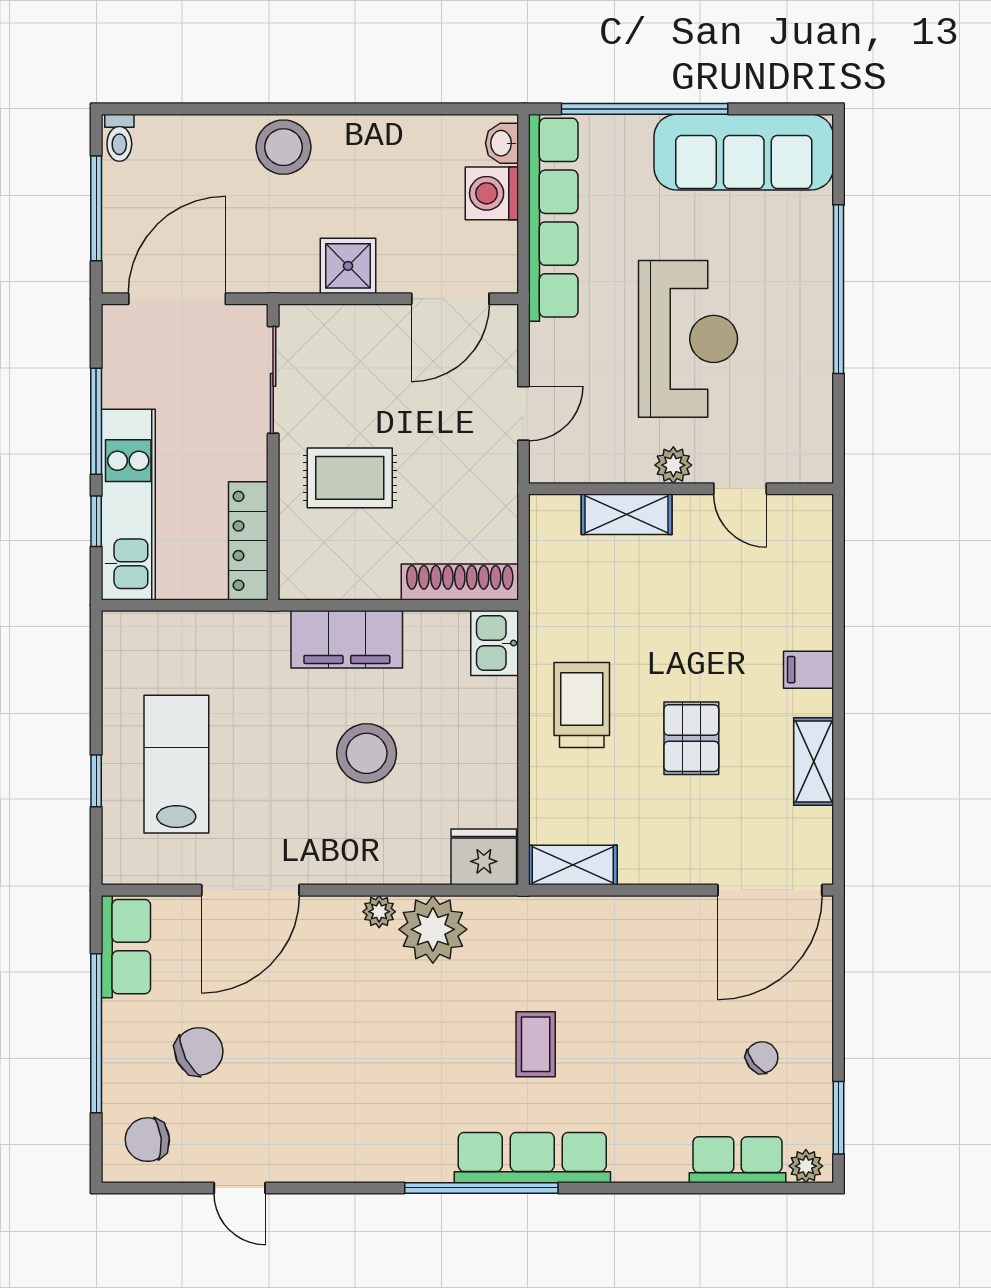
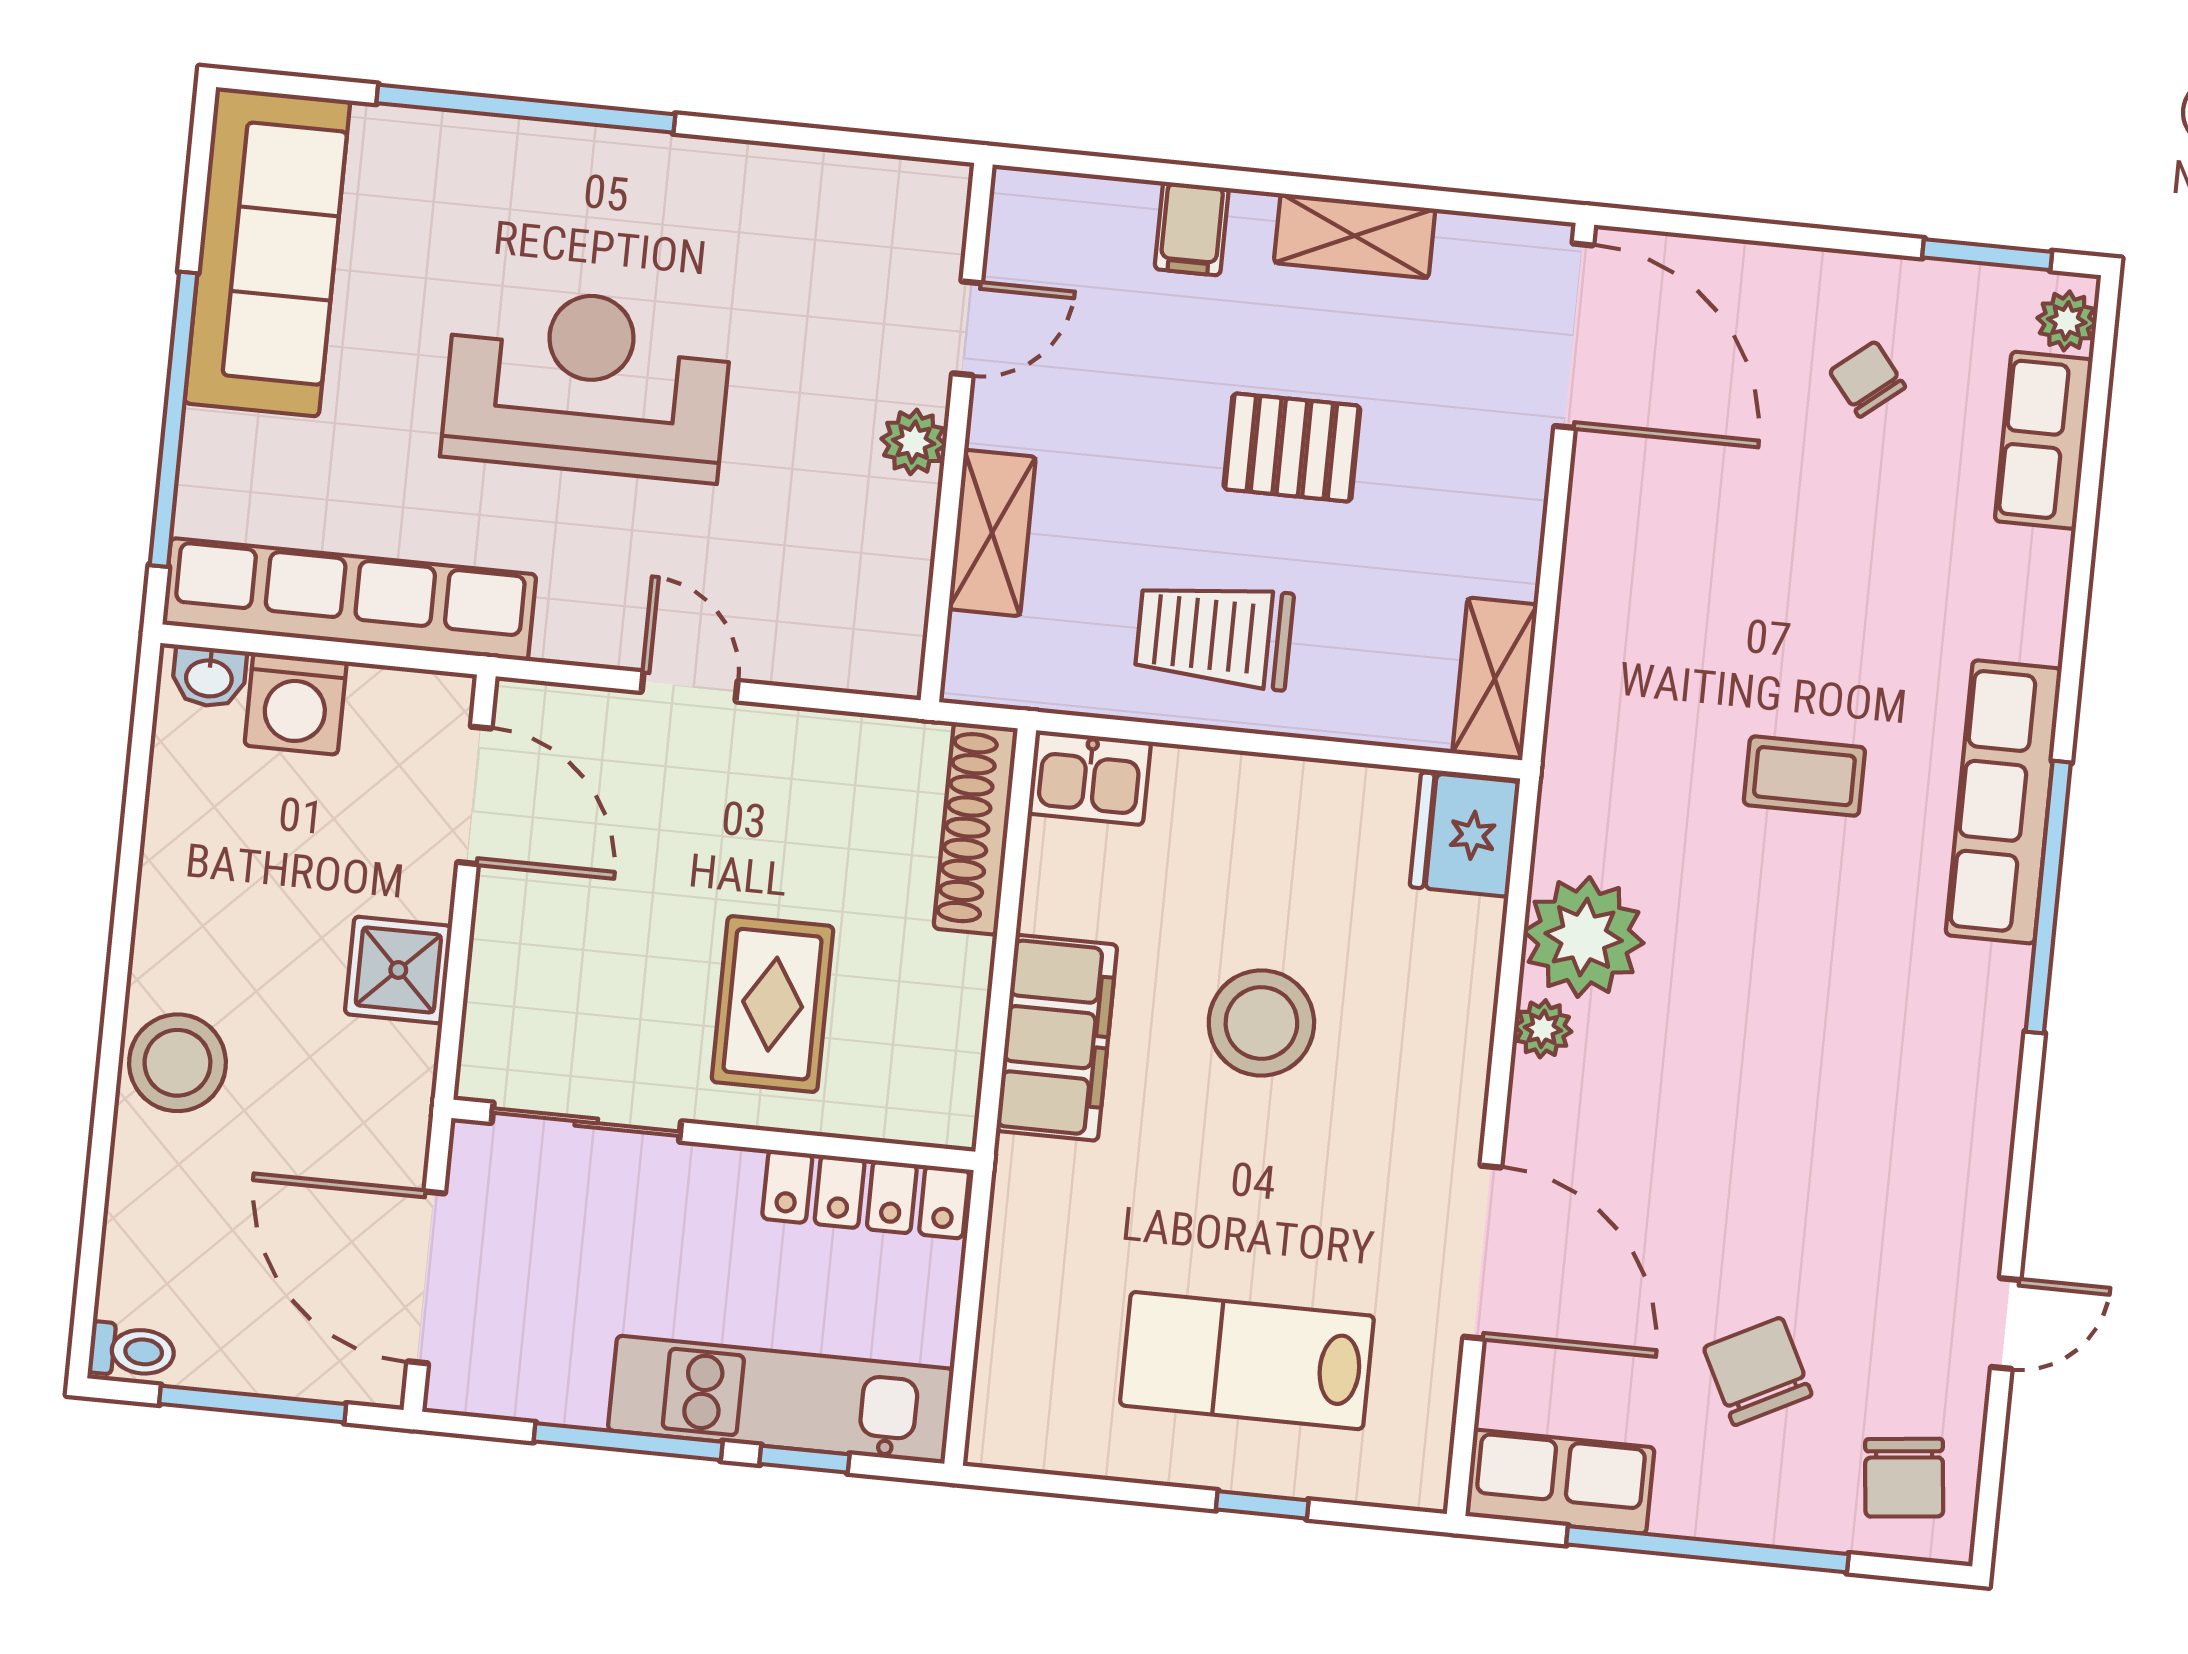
plant: (673, 465) -> (914, 442), moved
wall: (681, 489) -> (957, 432), moved
door: (740, 489) -> (967, 328), moved
shelving: (627, 514) -> (992, 533), moved

